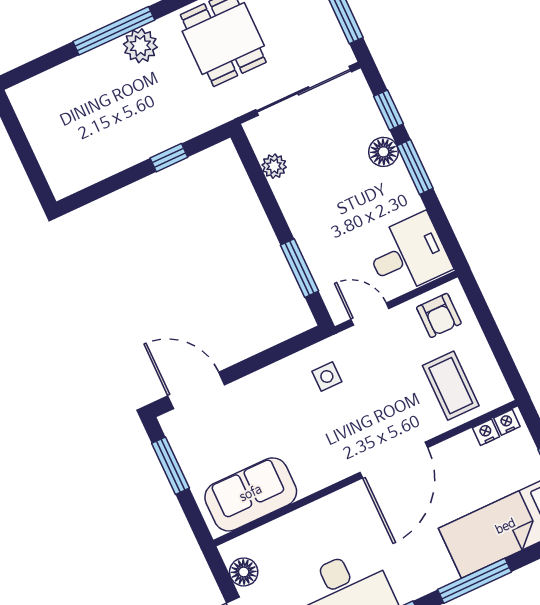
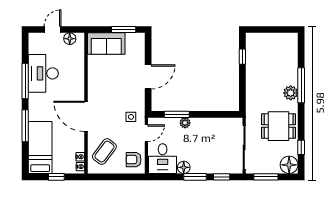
floor lamp: (383, 152) -> (184, 167), moved
window: (169, 158) -> (242, 57), moved
plant: (274, 166) -> (185, 123), moved
side table: (327, 376) -> (131, 117), moved
coffee table: (451, 386) -> (104, 152), turned -53
door: (196, 390) -> (148, 77), moved
sofa: (251, 494) -> (106, 43), moved, turned 90

